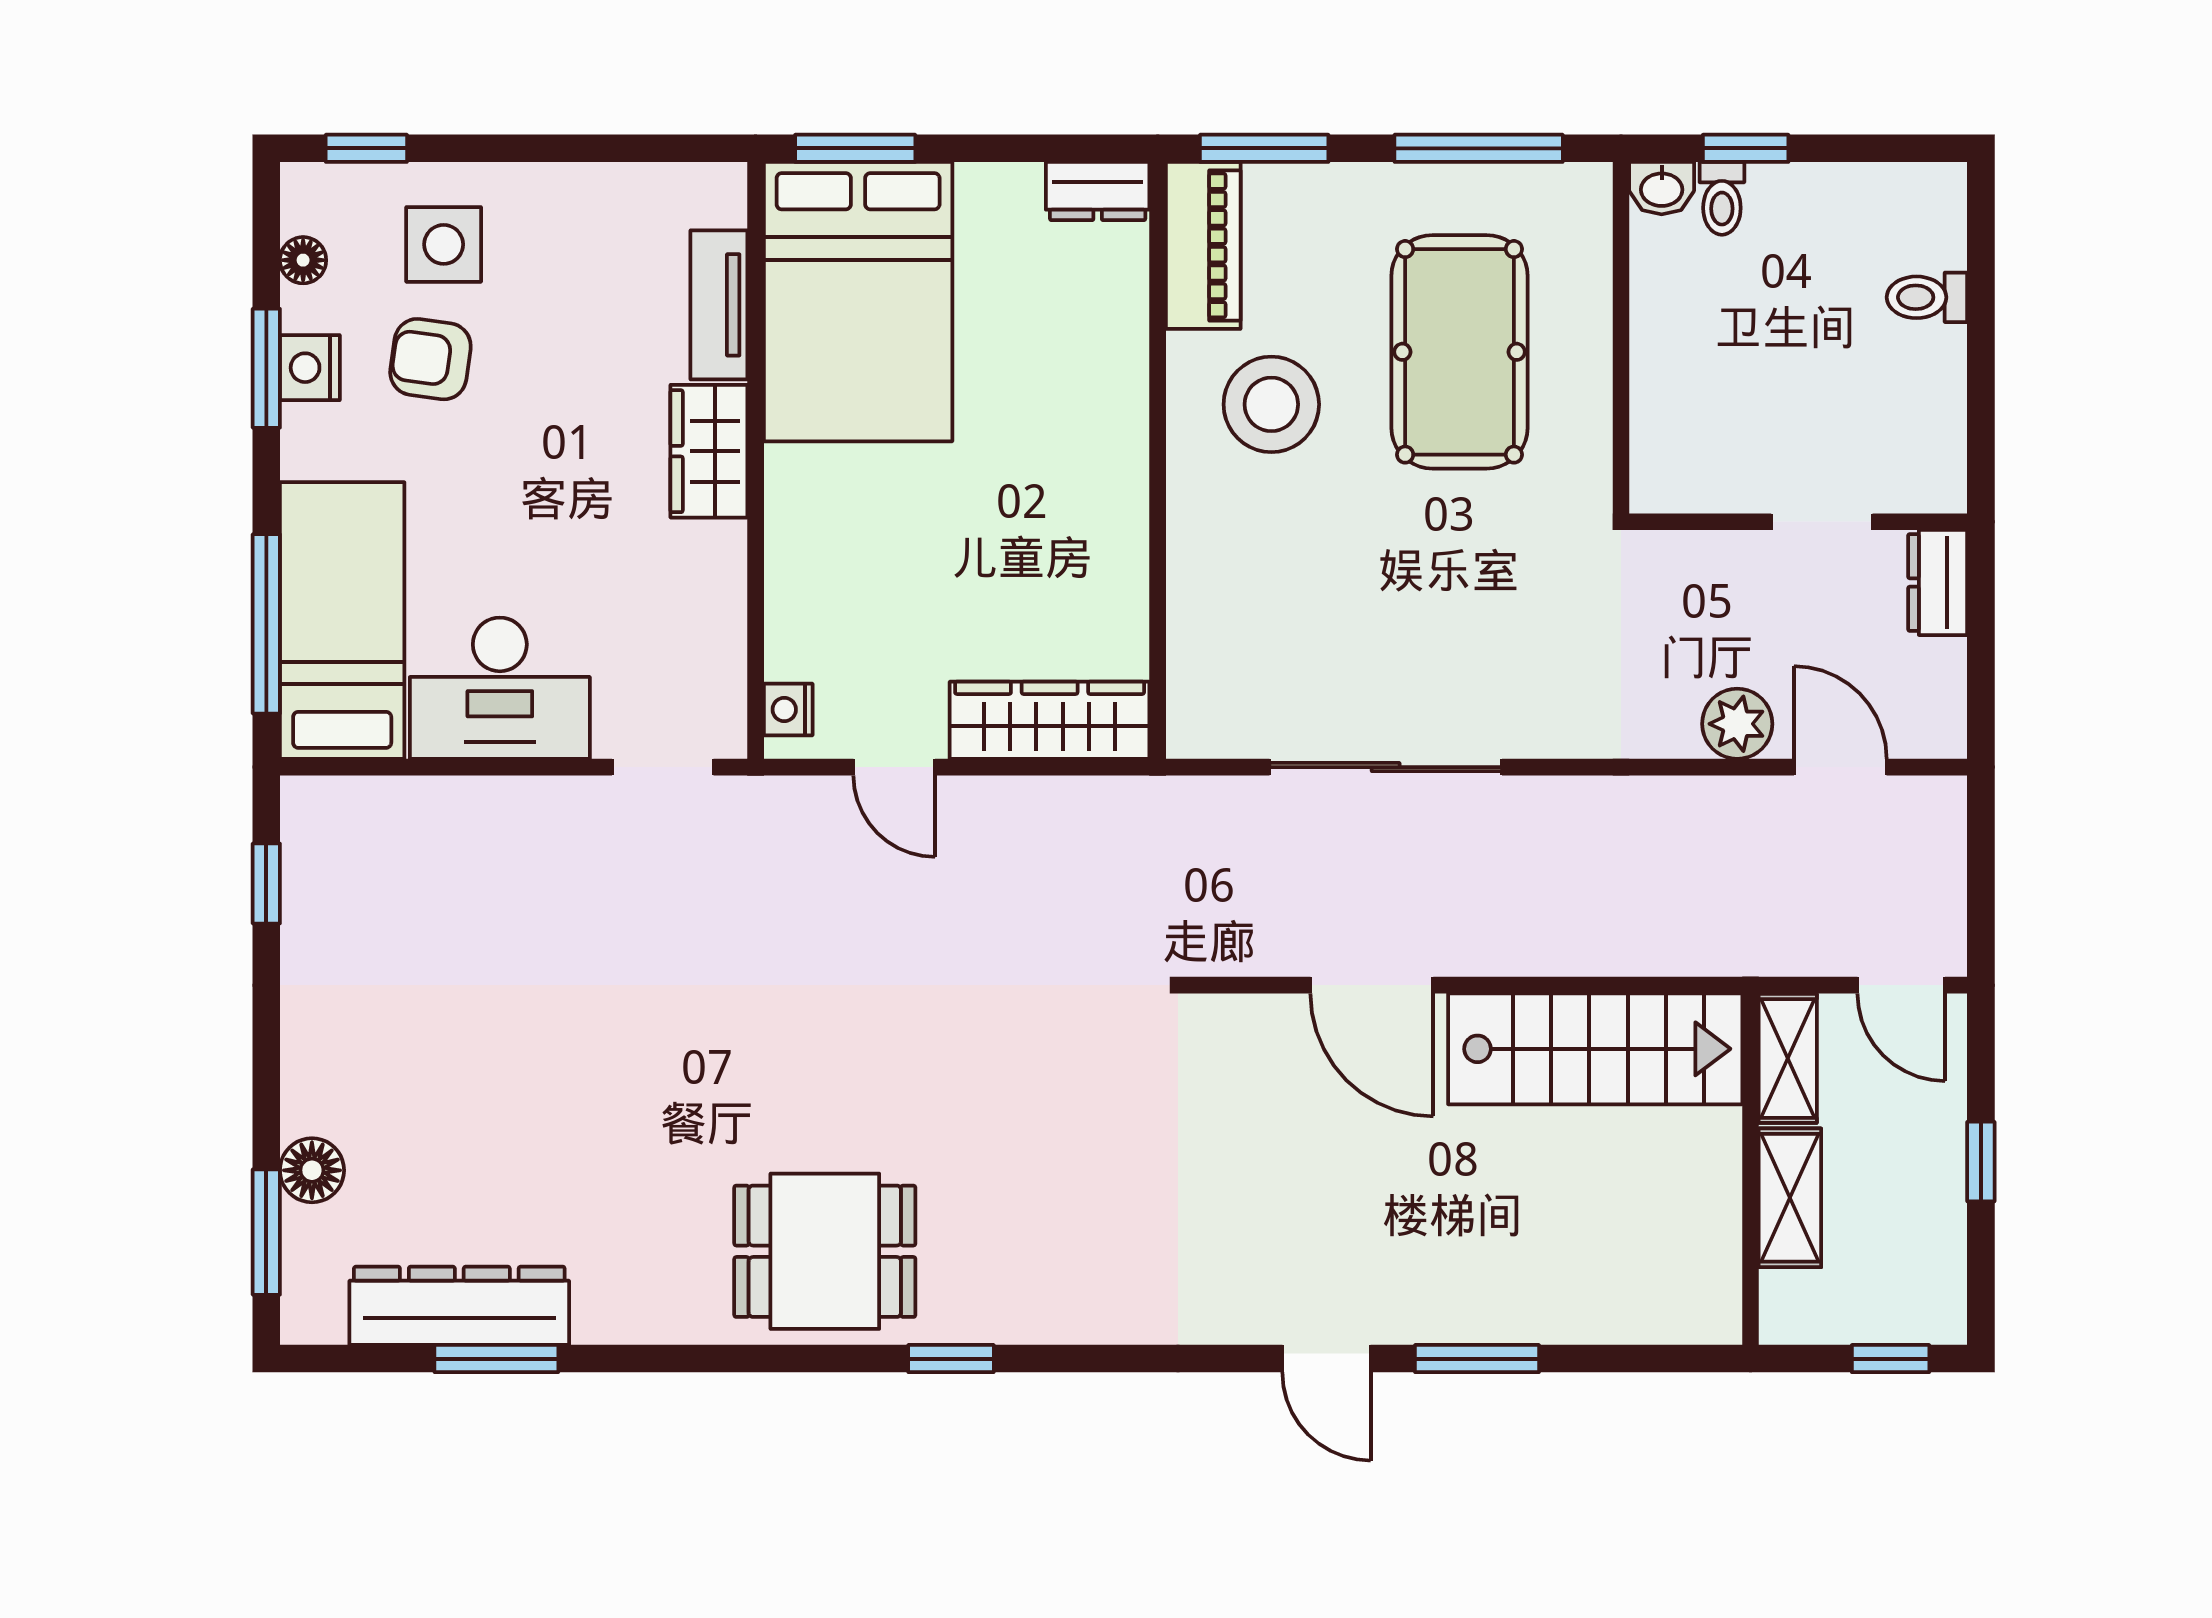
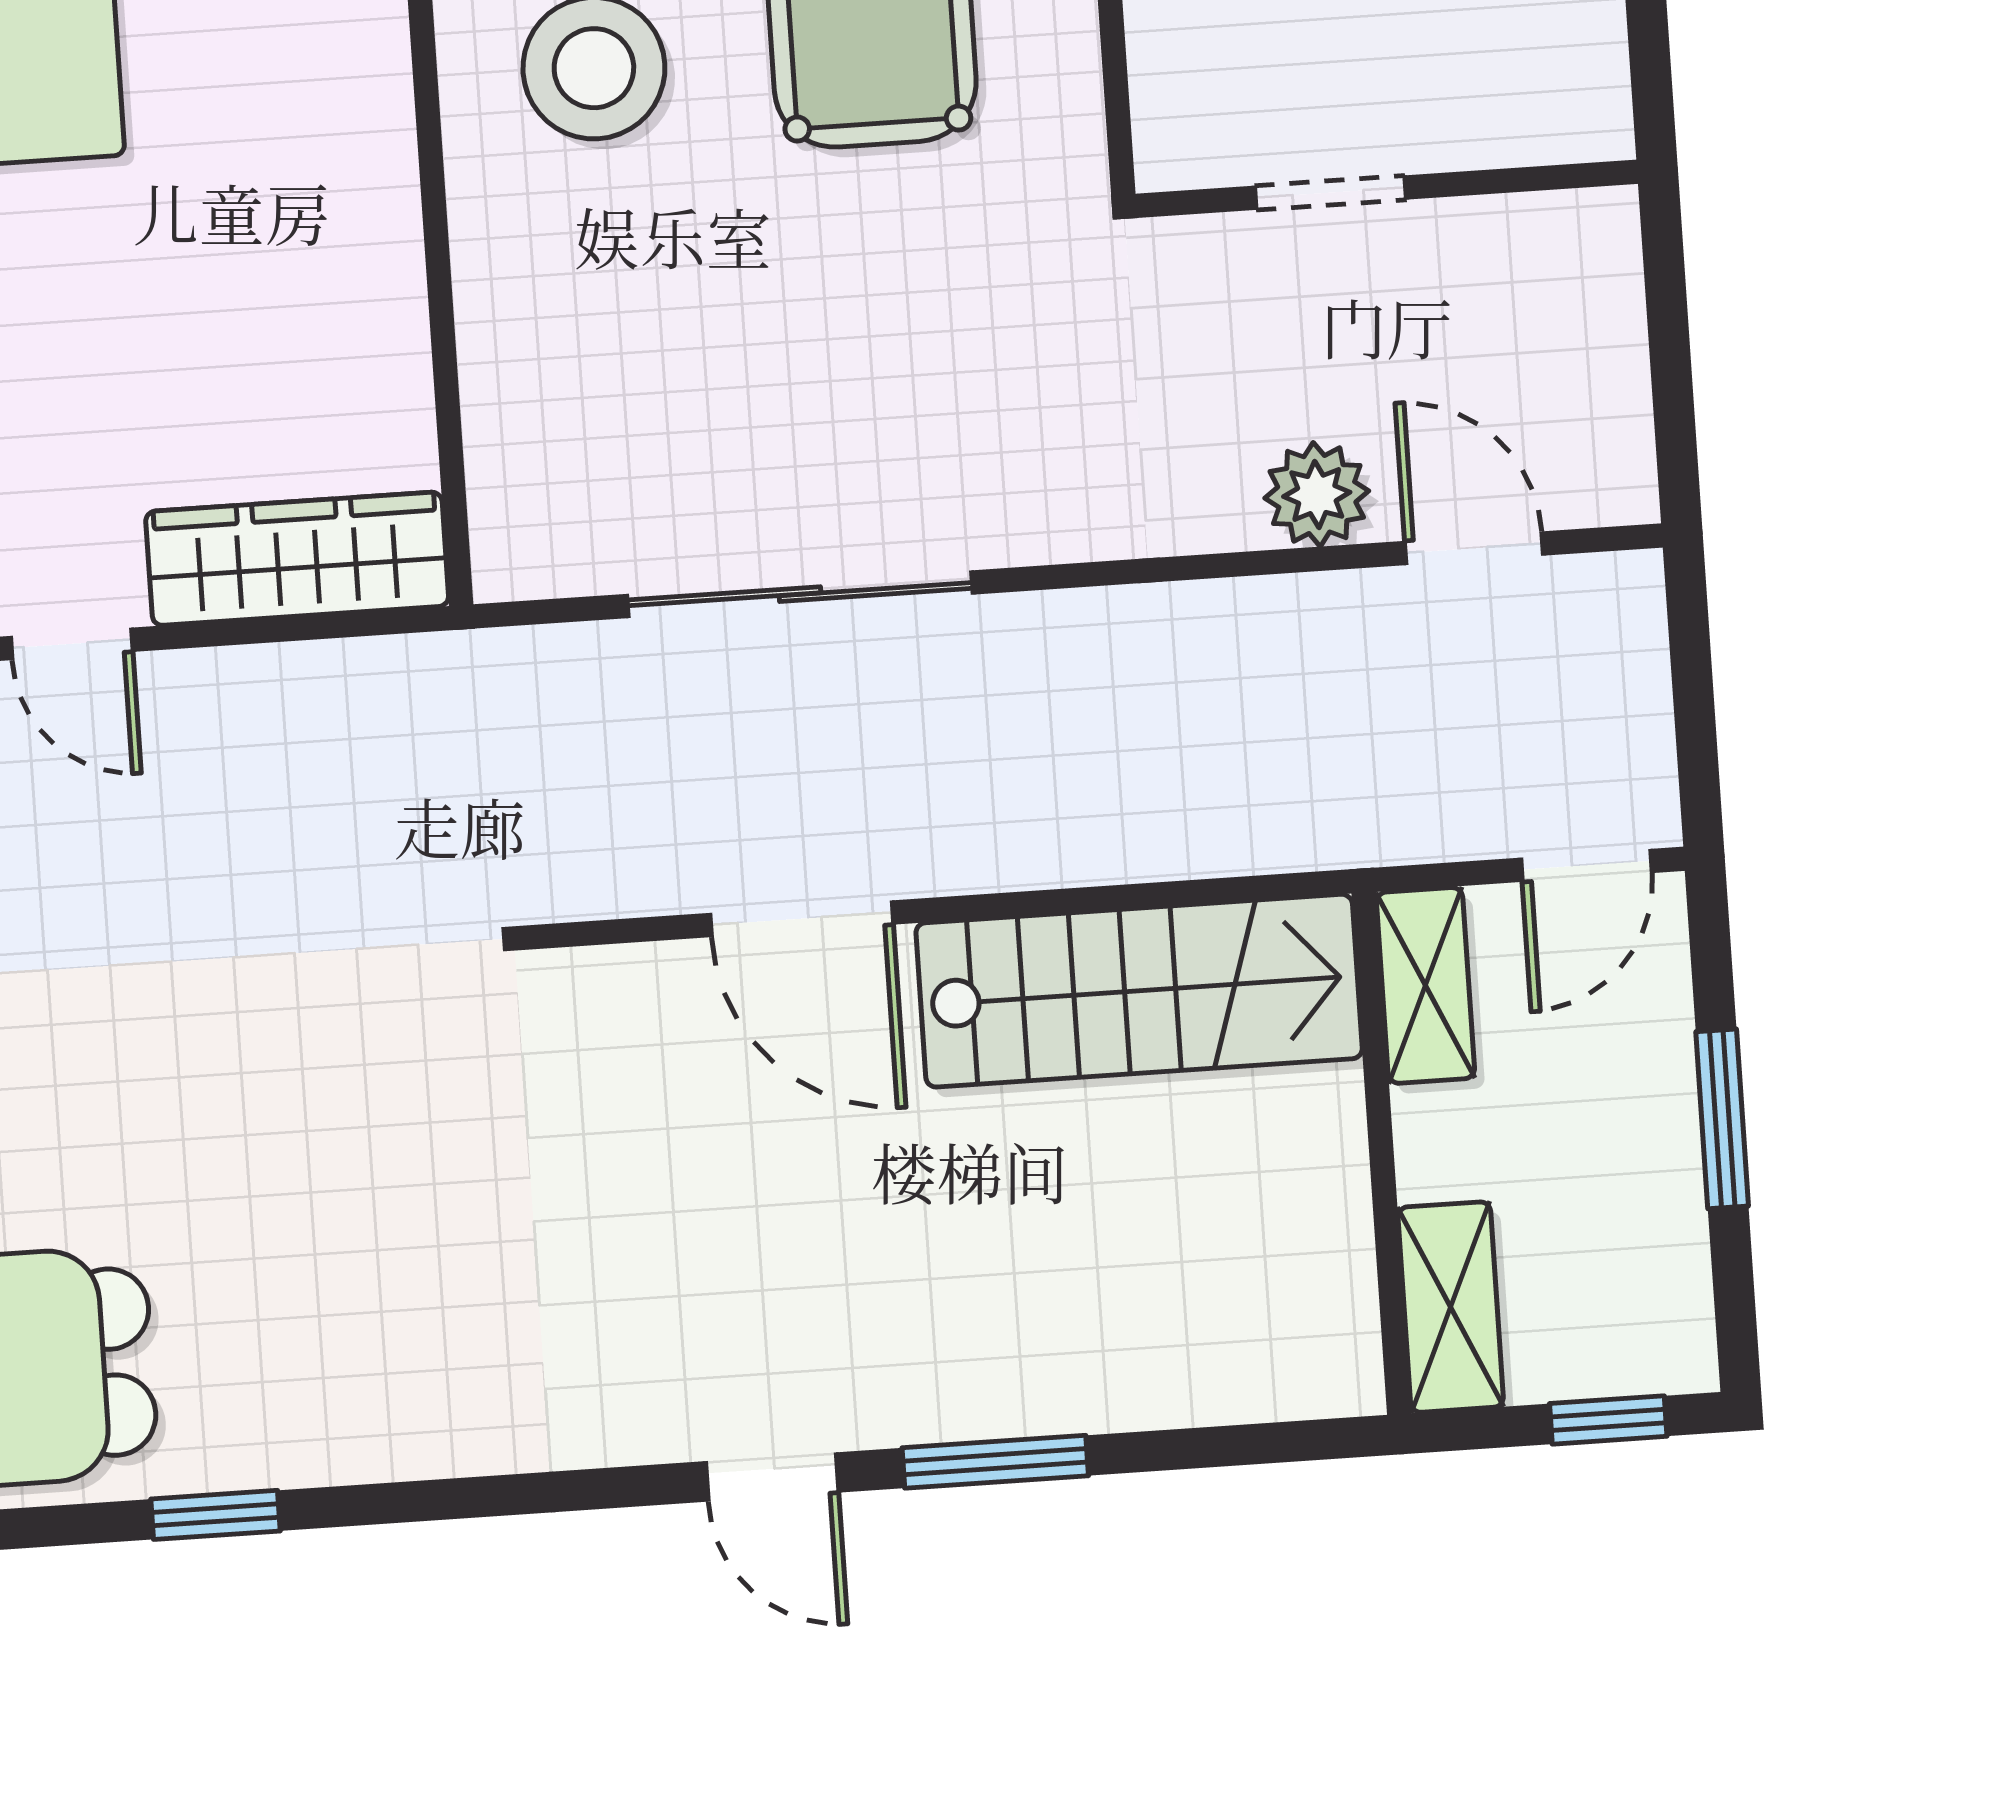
doorway: (1822, 522) -> (1331, 193), moved
dresser: (1938, 582) -> (1600, 265), removed
door: (1901, 985) -> (1586, 865), hinge flipped
window: (1981, 1162) -> (1722, 1119), width x1.50
shelving: (1790, 1198) -> (1451, 1307), moved

